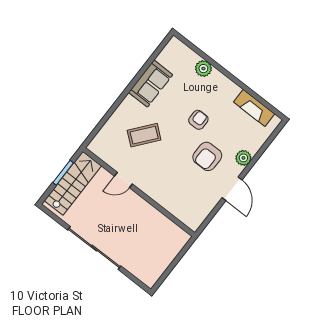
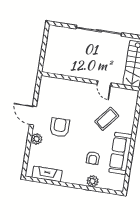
sofa: (151, 84) -> (120, 153), width x1.36
armchair: (198, 120) -> (93, 158), moved
door: (123, 180) -> (104, 84), swing flipped

